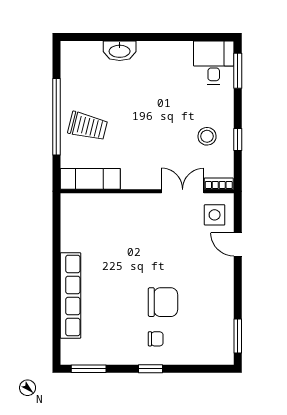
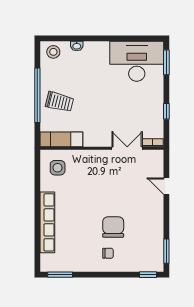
washbasin: (120, 51) -> (77, 46), width x0.52, depth x0.69
desk: (214, 63) -> (137, 61), width x1.87, depth x1.30
stool: (207, 136) -> (53, 52), moved
side table: (215, 215) -> (58, 168), moved
chair: (163, 302) -> (113, 227), turned -90
window: (150, 369) -> (148, 275), moved

